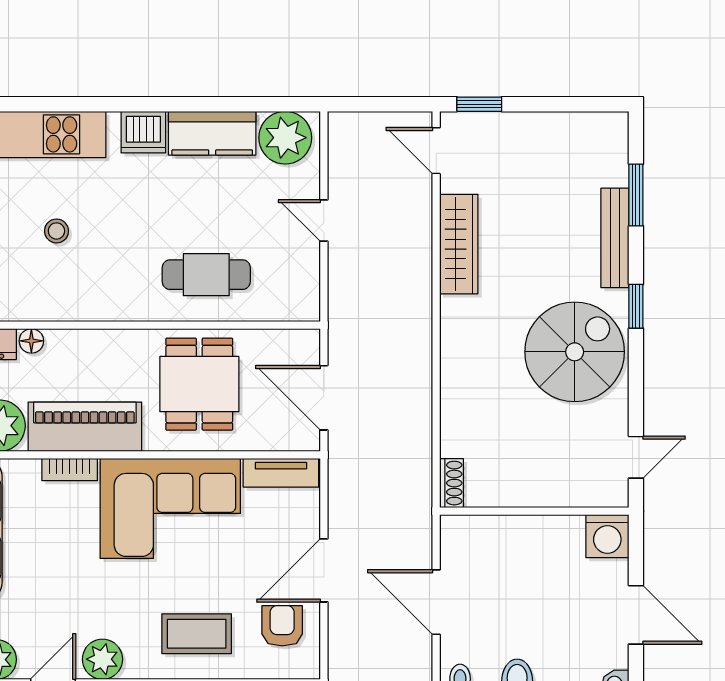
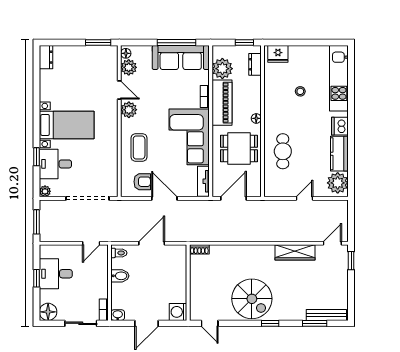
bench: (615, 238) -> (326, 315), moved
floor lamp: (31, 341) -> (256, 118), moved

